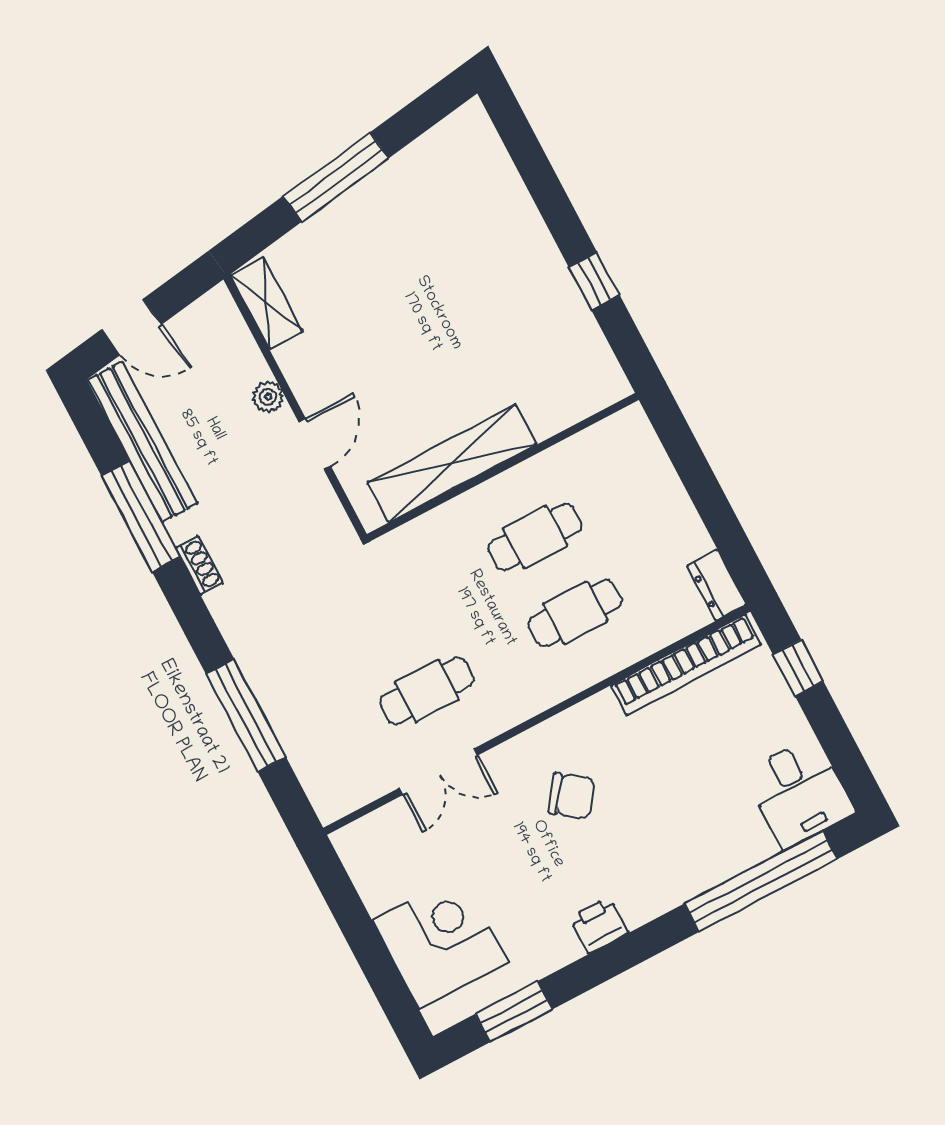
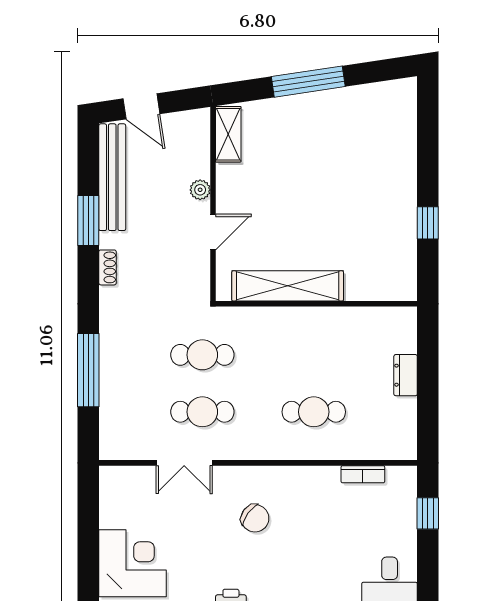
window: (141, 516) -> (88, 221), width x0.69
cafe table: (535, 537) -> (202, 355), moved
dresser: (717, 585) -> (406, 375), moved
bookcase: (686, 665) -> (363, 474), width x0.43, depth x0.76

